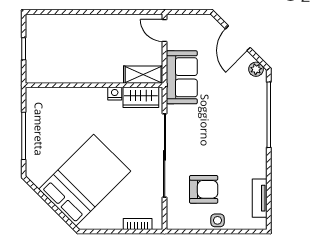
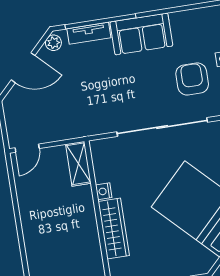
sofa: (182, 77) -> (141, 34), moved, turned 180
wardrobe: (141, 97) -> (114, 228), moved, width x1.50
tv unit: (260, 198) -> (89, 33), moved

